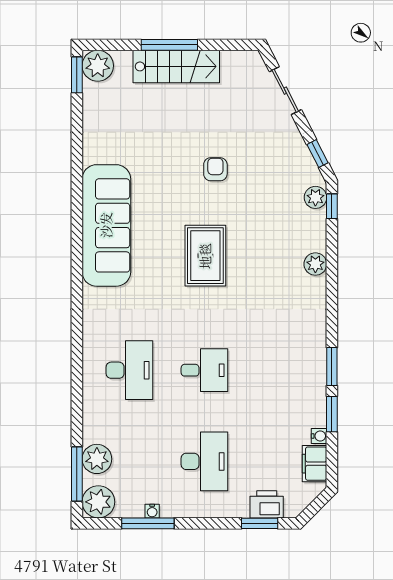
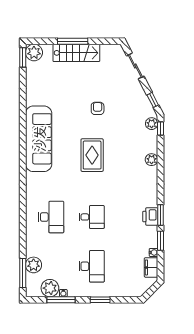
plant: (98, 502) -> (50, 288), moved
printer: (267, 504) -> (150, 217), moved, turned -90
window: (260, 523) -> (100, 300), moved

